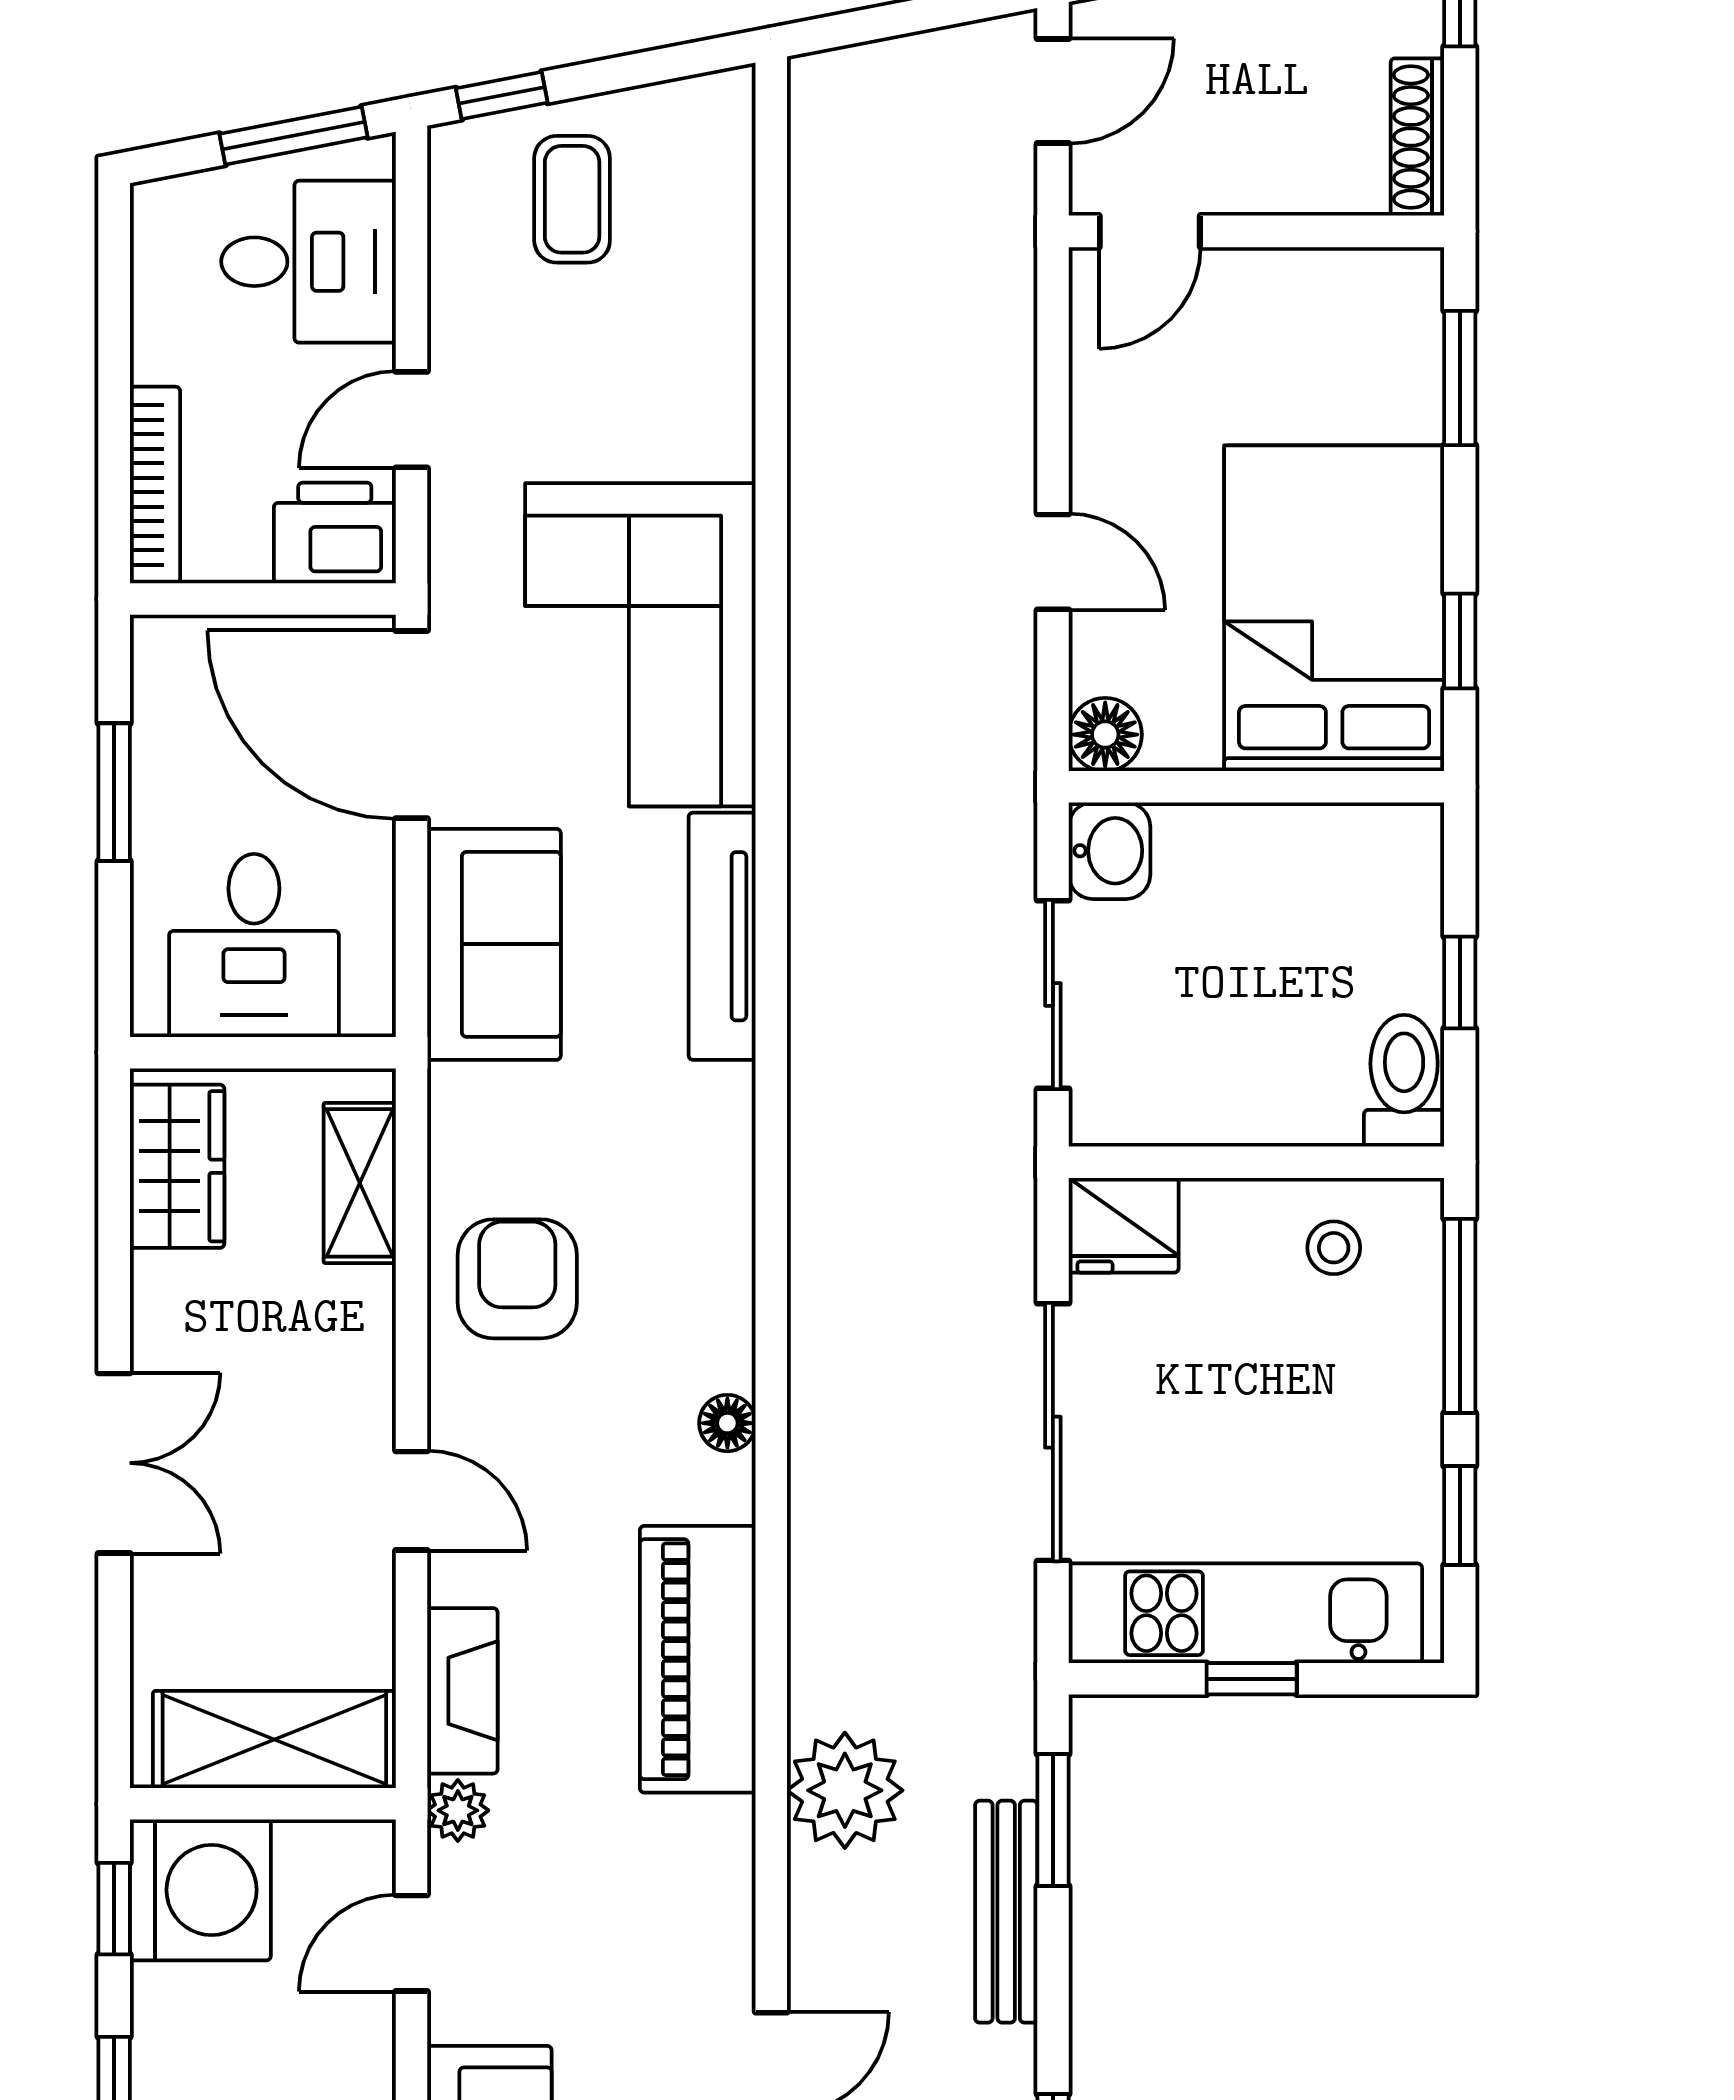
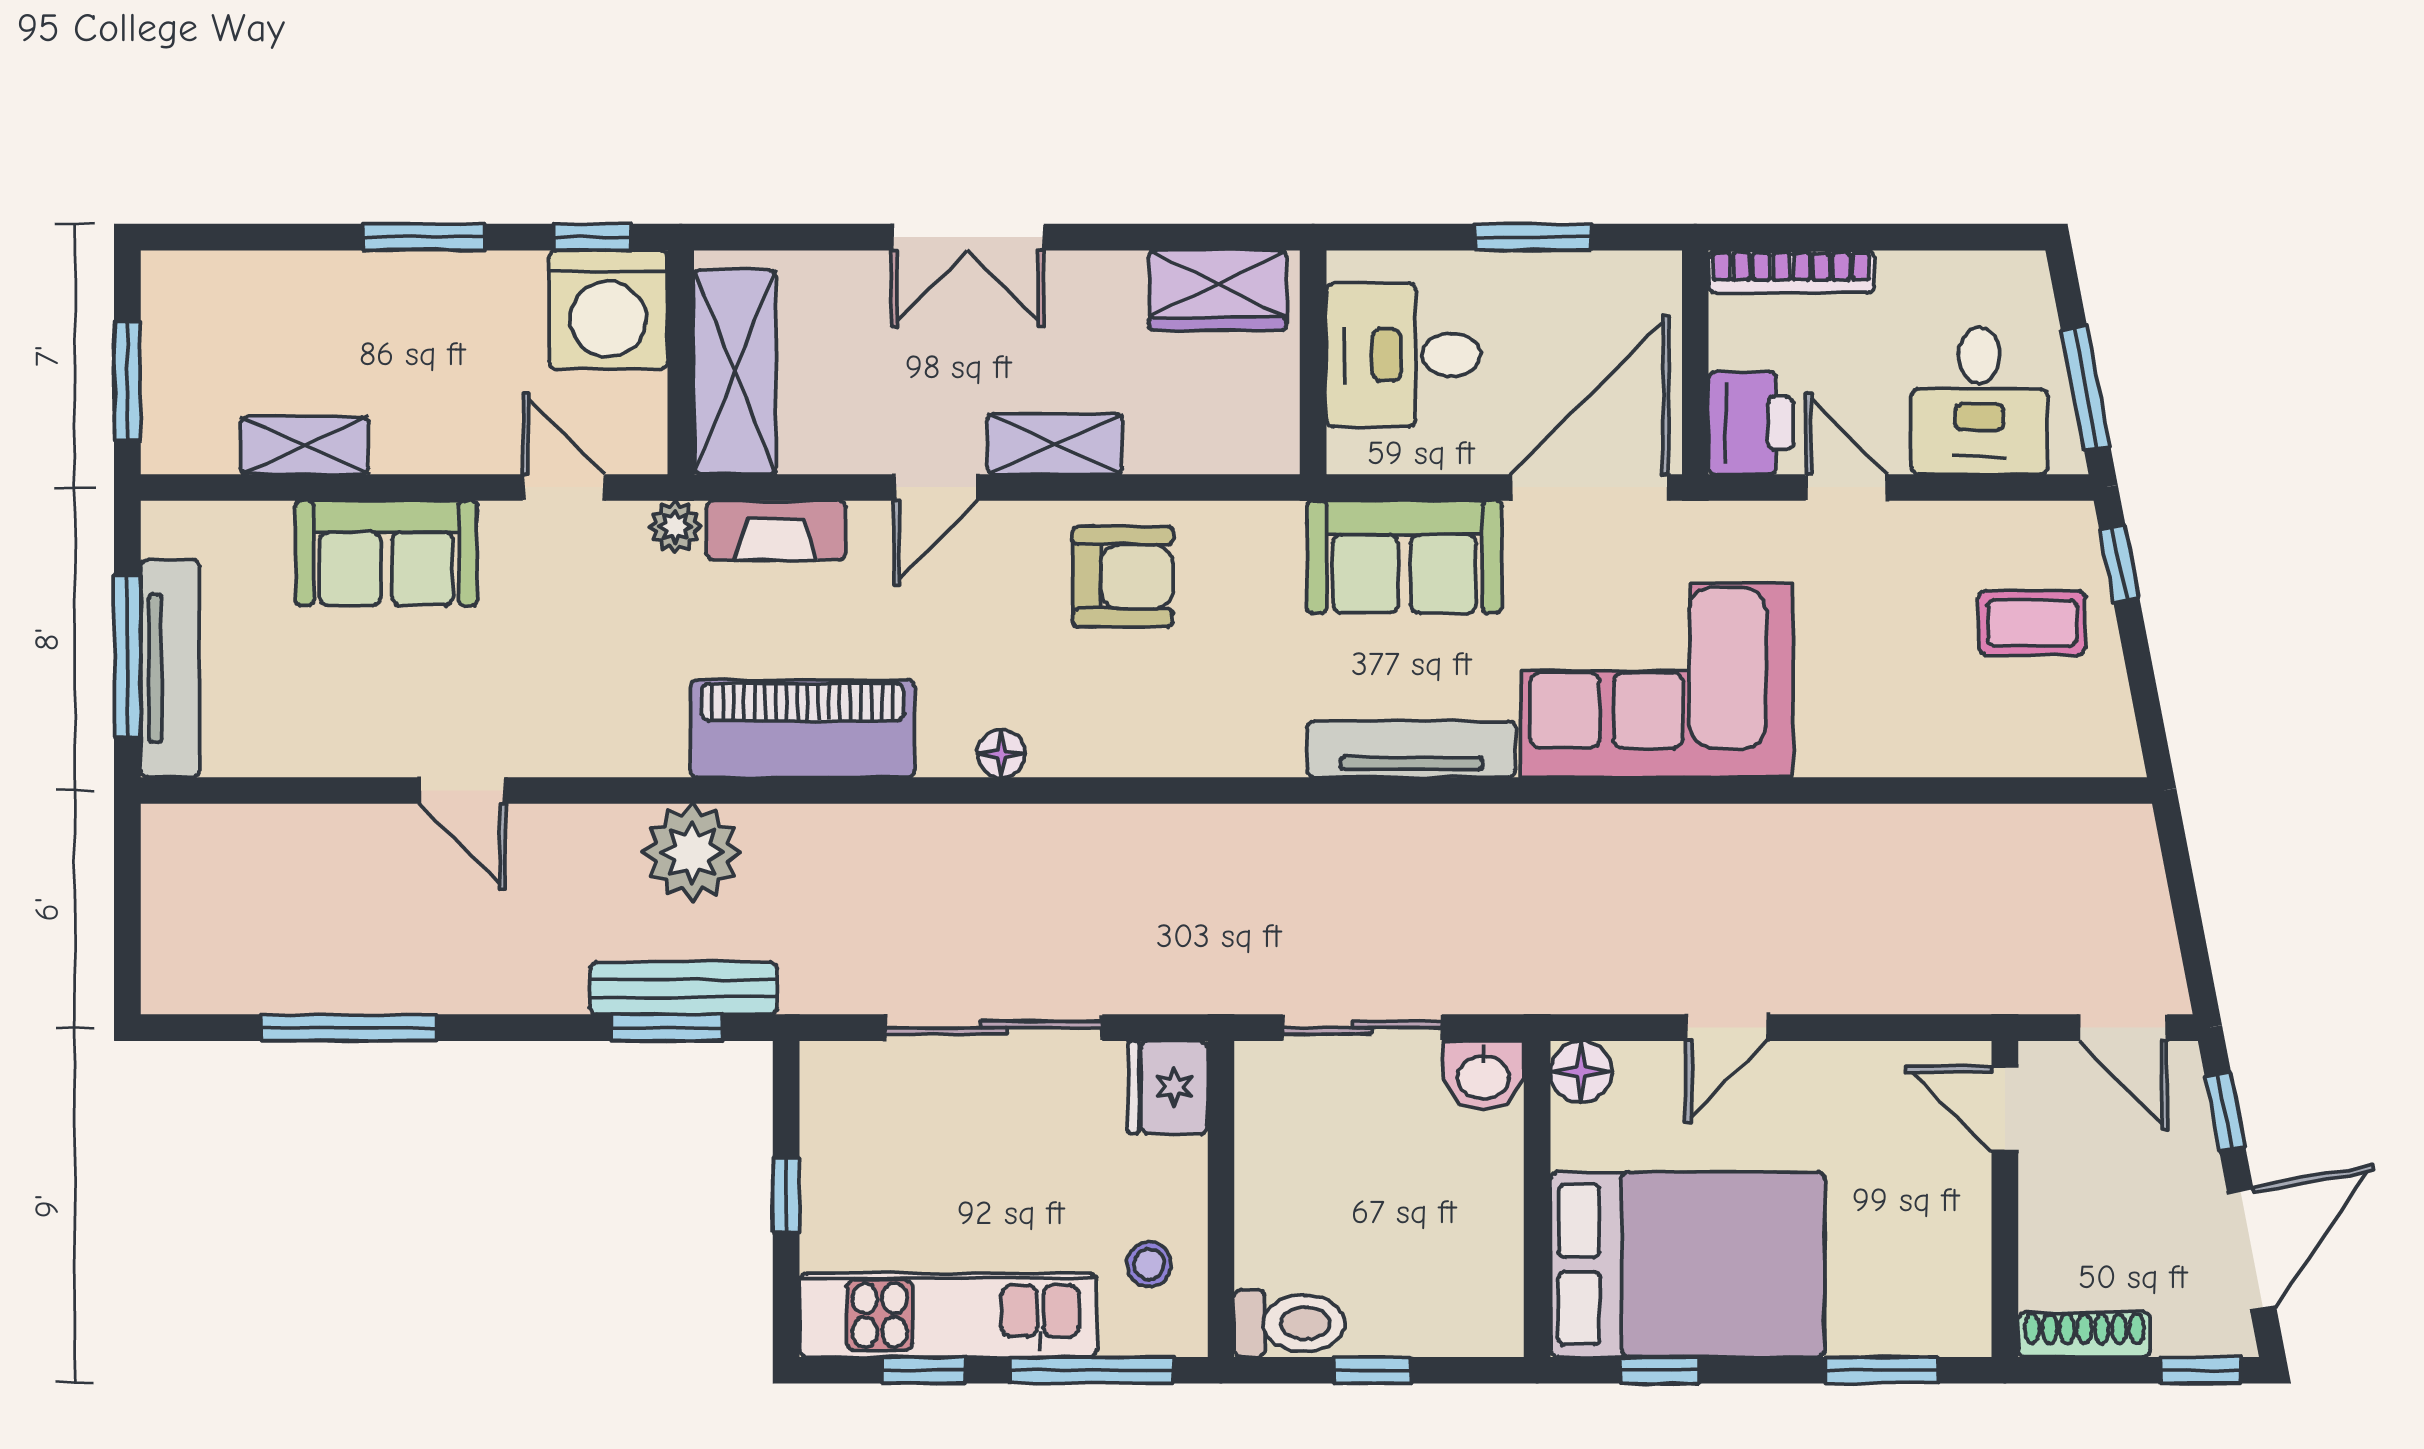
shelving: (360, 1183) -> (1055, 444), moved
kitchen unit: (1245, 1613) -> (948, 1315), moved, turned -90
bench: (1006, 1912) -> (684, 988), moved

